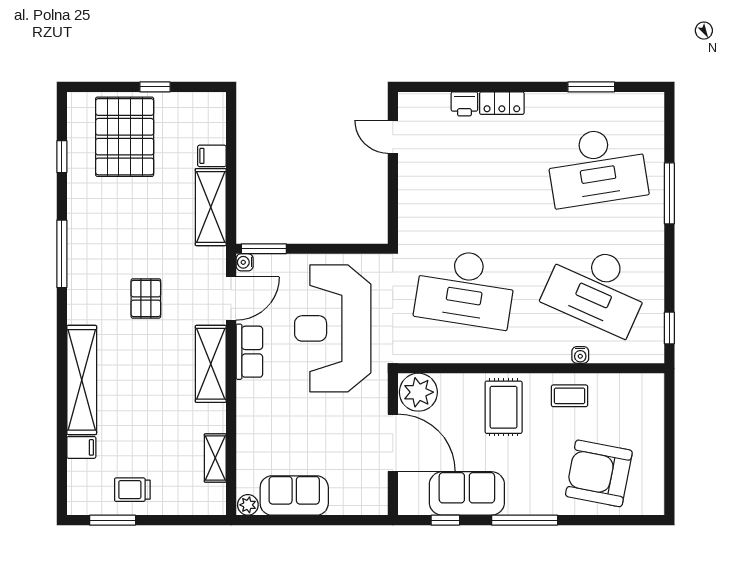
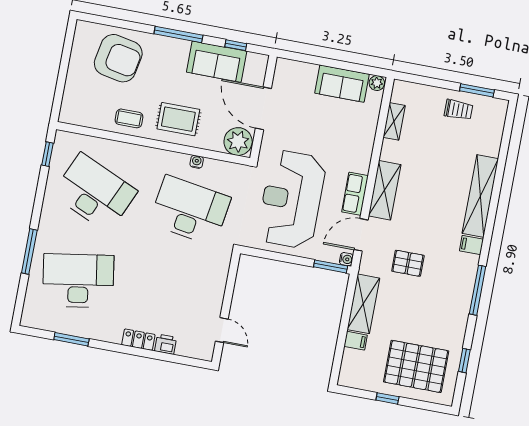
pallet: (125, 137) -> (416, 366), turned 90
pallet: (146, 298) -> (408, 263), moved, turned 90
reception desk: (333, 328) -> (291, 199), turned 180
water cooler: (580, 355) -> (197, 162), moved
rug: (504, 407) -> (178, 119), turned 90
filing cabinet: (81, 447) -> (471, 245), moved

